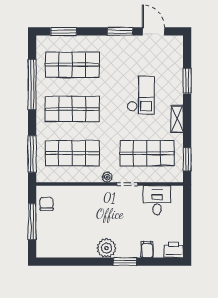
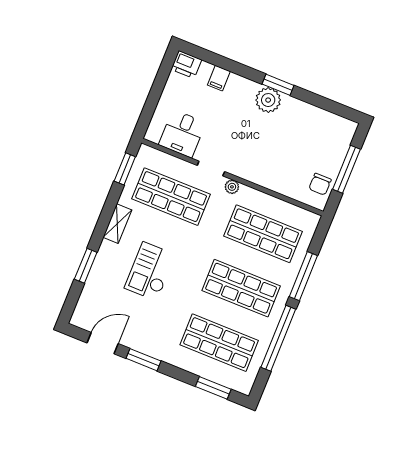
door: (153, 31) -> (103, 343), swing flipped
window: (32, 154) -> (303, 276), moved
window: (125, 262) -> (278, 85), moved

